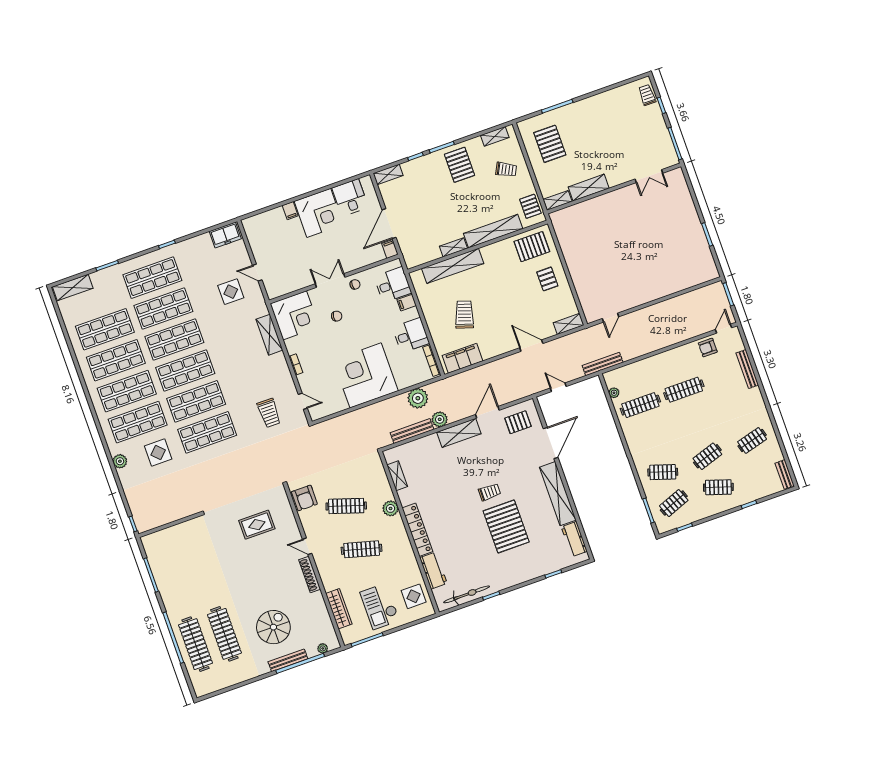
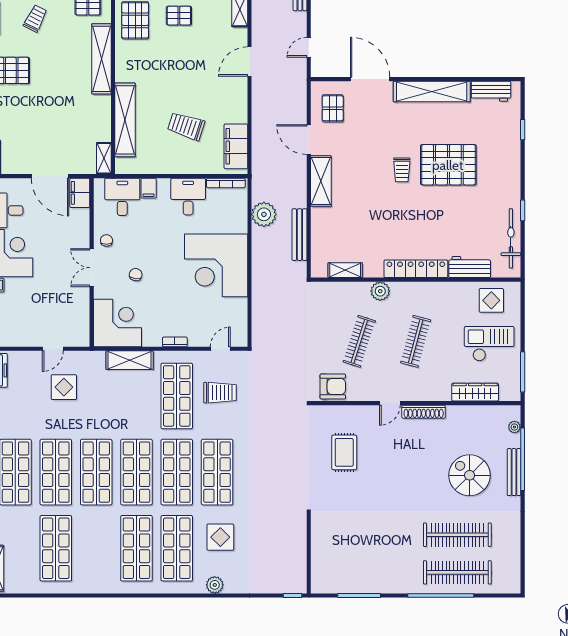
shelving: (453, 247) -> (104, 158), moved
filing cabinet: (390, 249) -> (80, 193), width x2.00
shop shelf: (116, 360) -> (177, 396), moved
plant: (440, 419) -> (297, 198), removed
trolley: (489, 492) -> (402, 170), turned 180
checkout: (380, 606) -> (489, 344), turned 180

